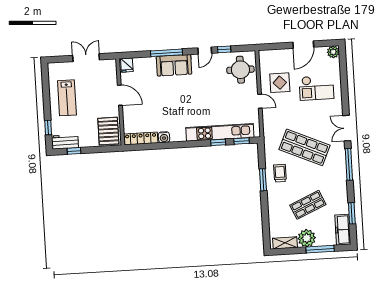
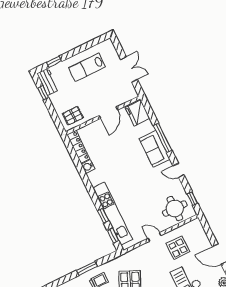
window: (224, 49) -> (192, 199), moved
fridge: (127, 65) -> (137, 113), width x1.88, depth x1.34
door: (260, 101) -> (154, 237), swing flipped
pallet: (108, 131) -> (73, 116), width x0.67, depth x0.71

